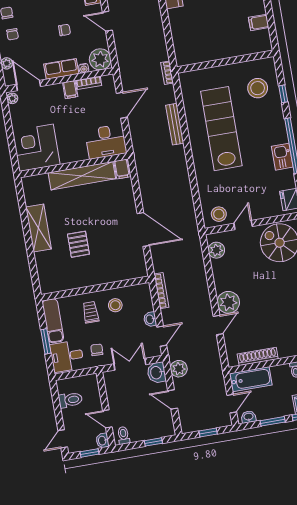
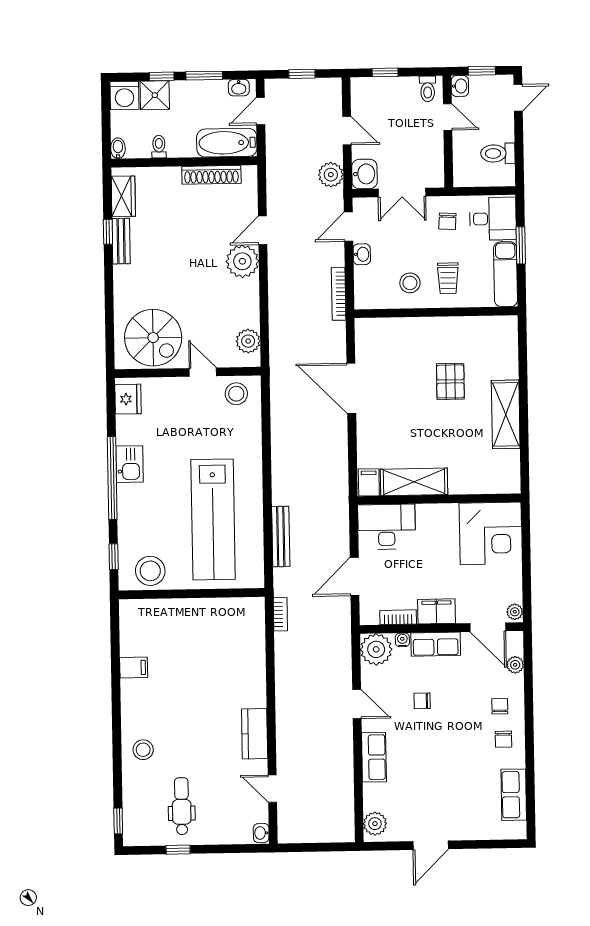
wall: (225, 62) -> (192, 594), moved
filing cabinet: (70, 90) -> (437, 611), width x2.00
shelving: (82, 176) -> (414, 482), width x0.68
door: (243, 225) -> (203, 372), swing flipped

